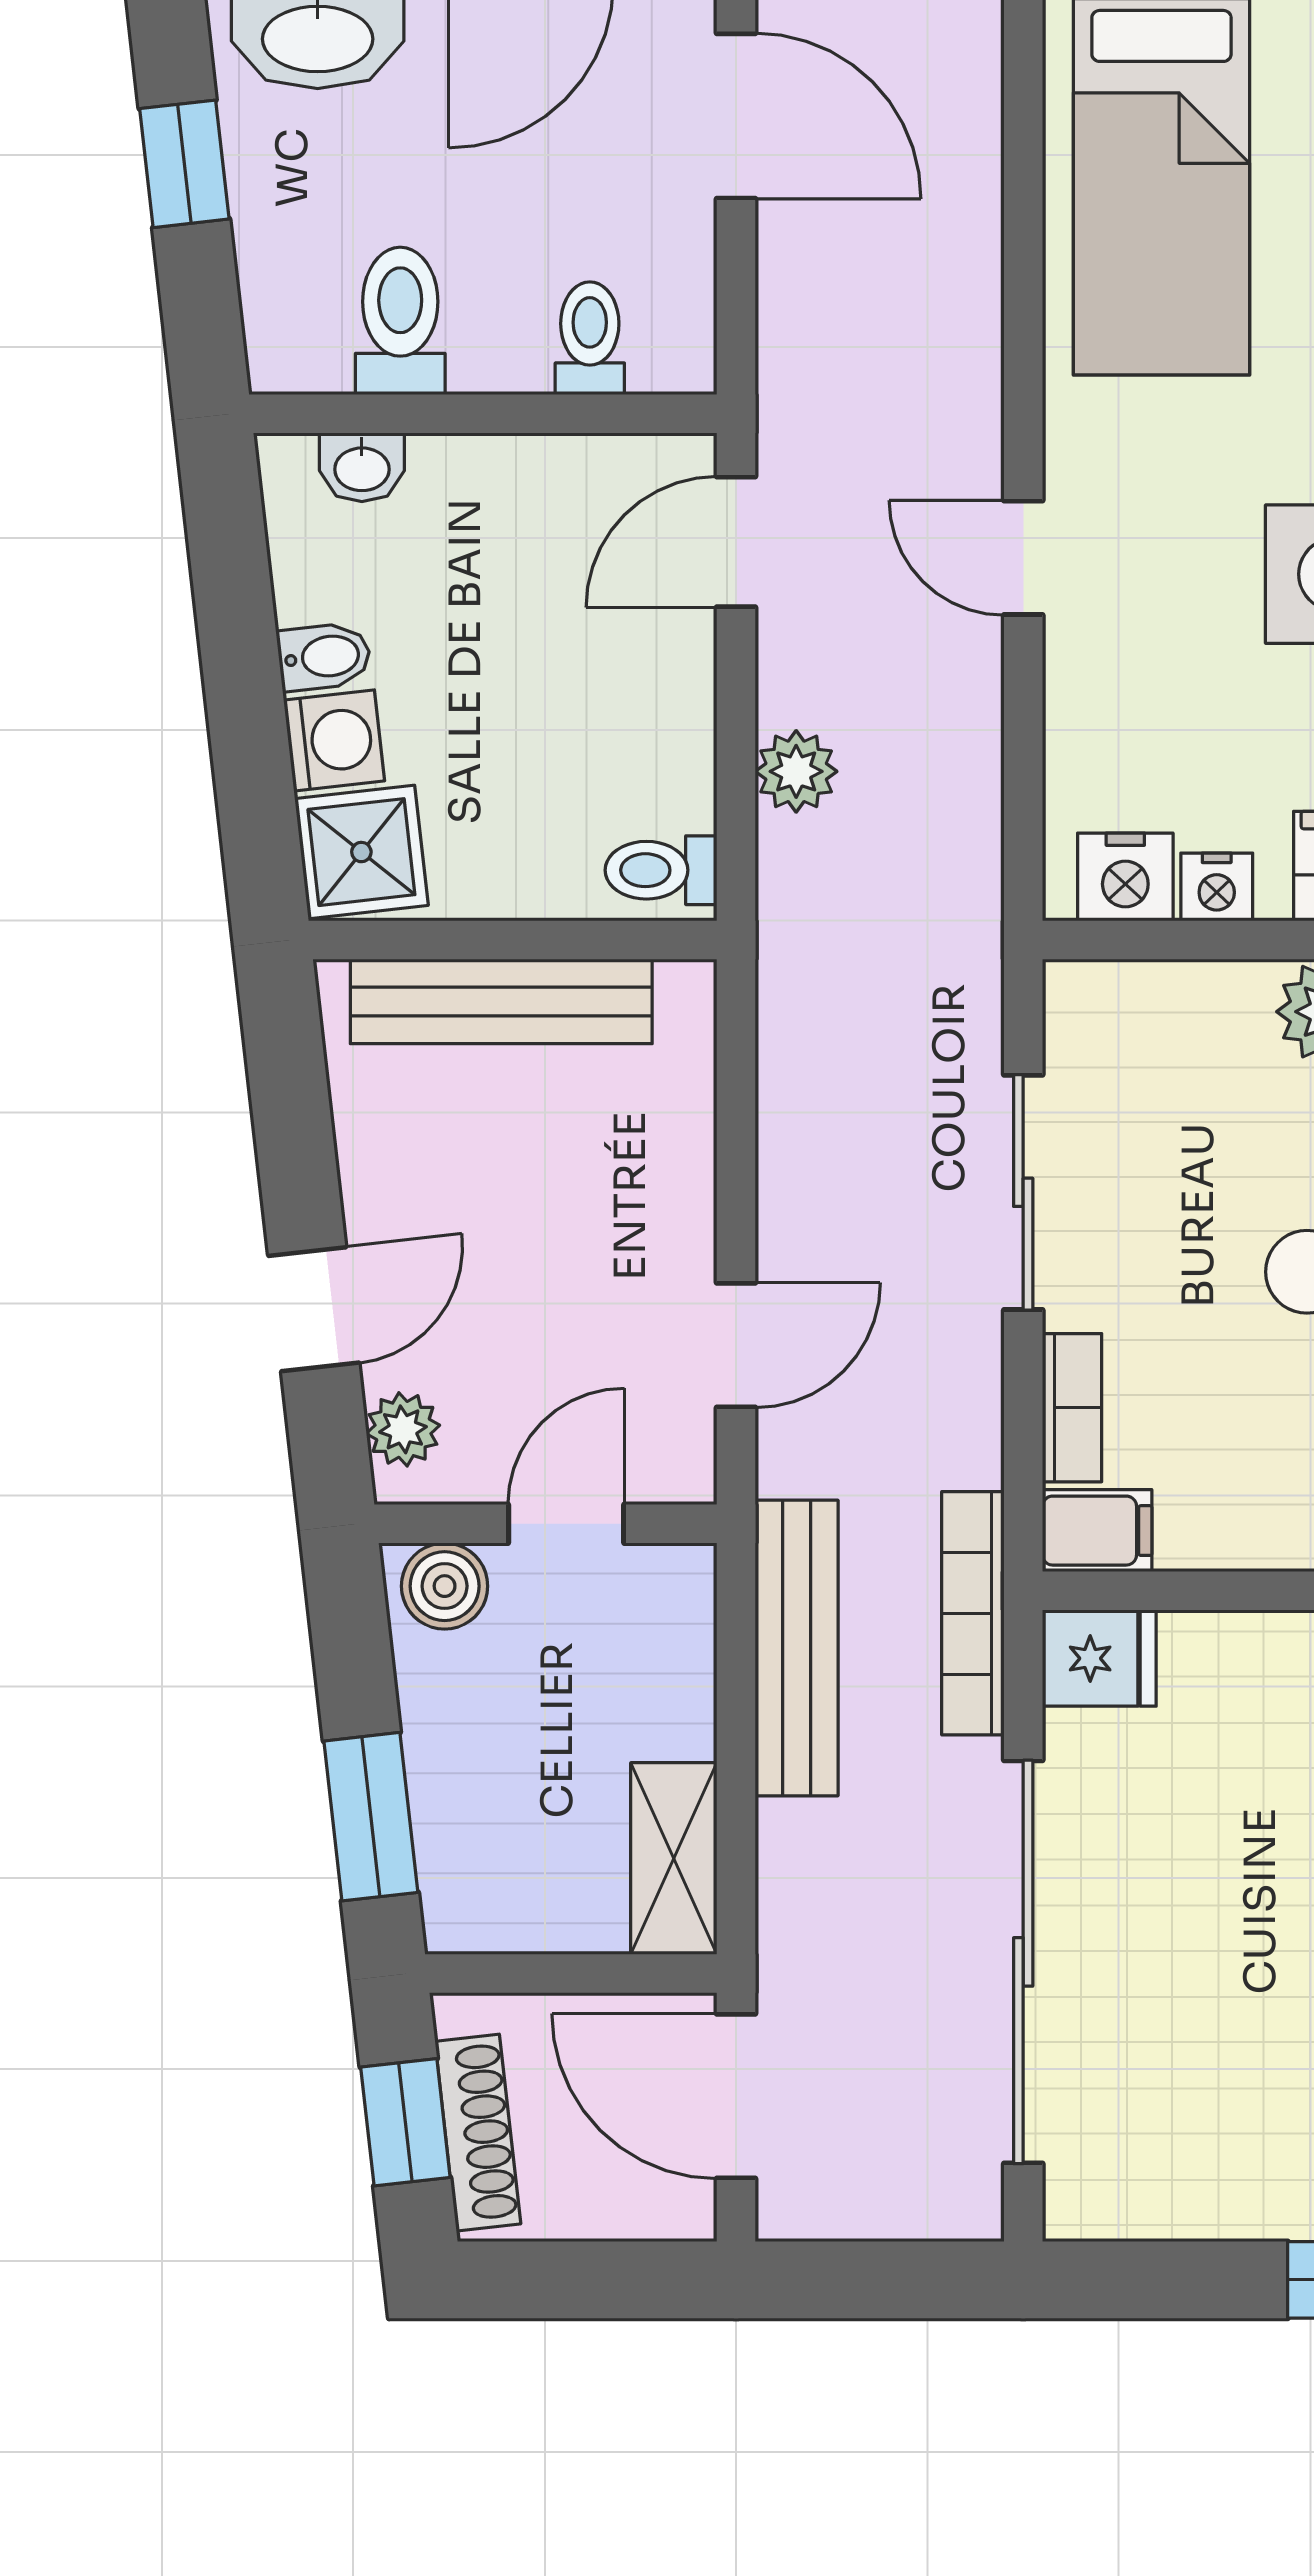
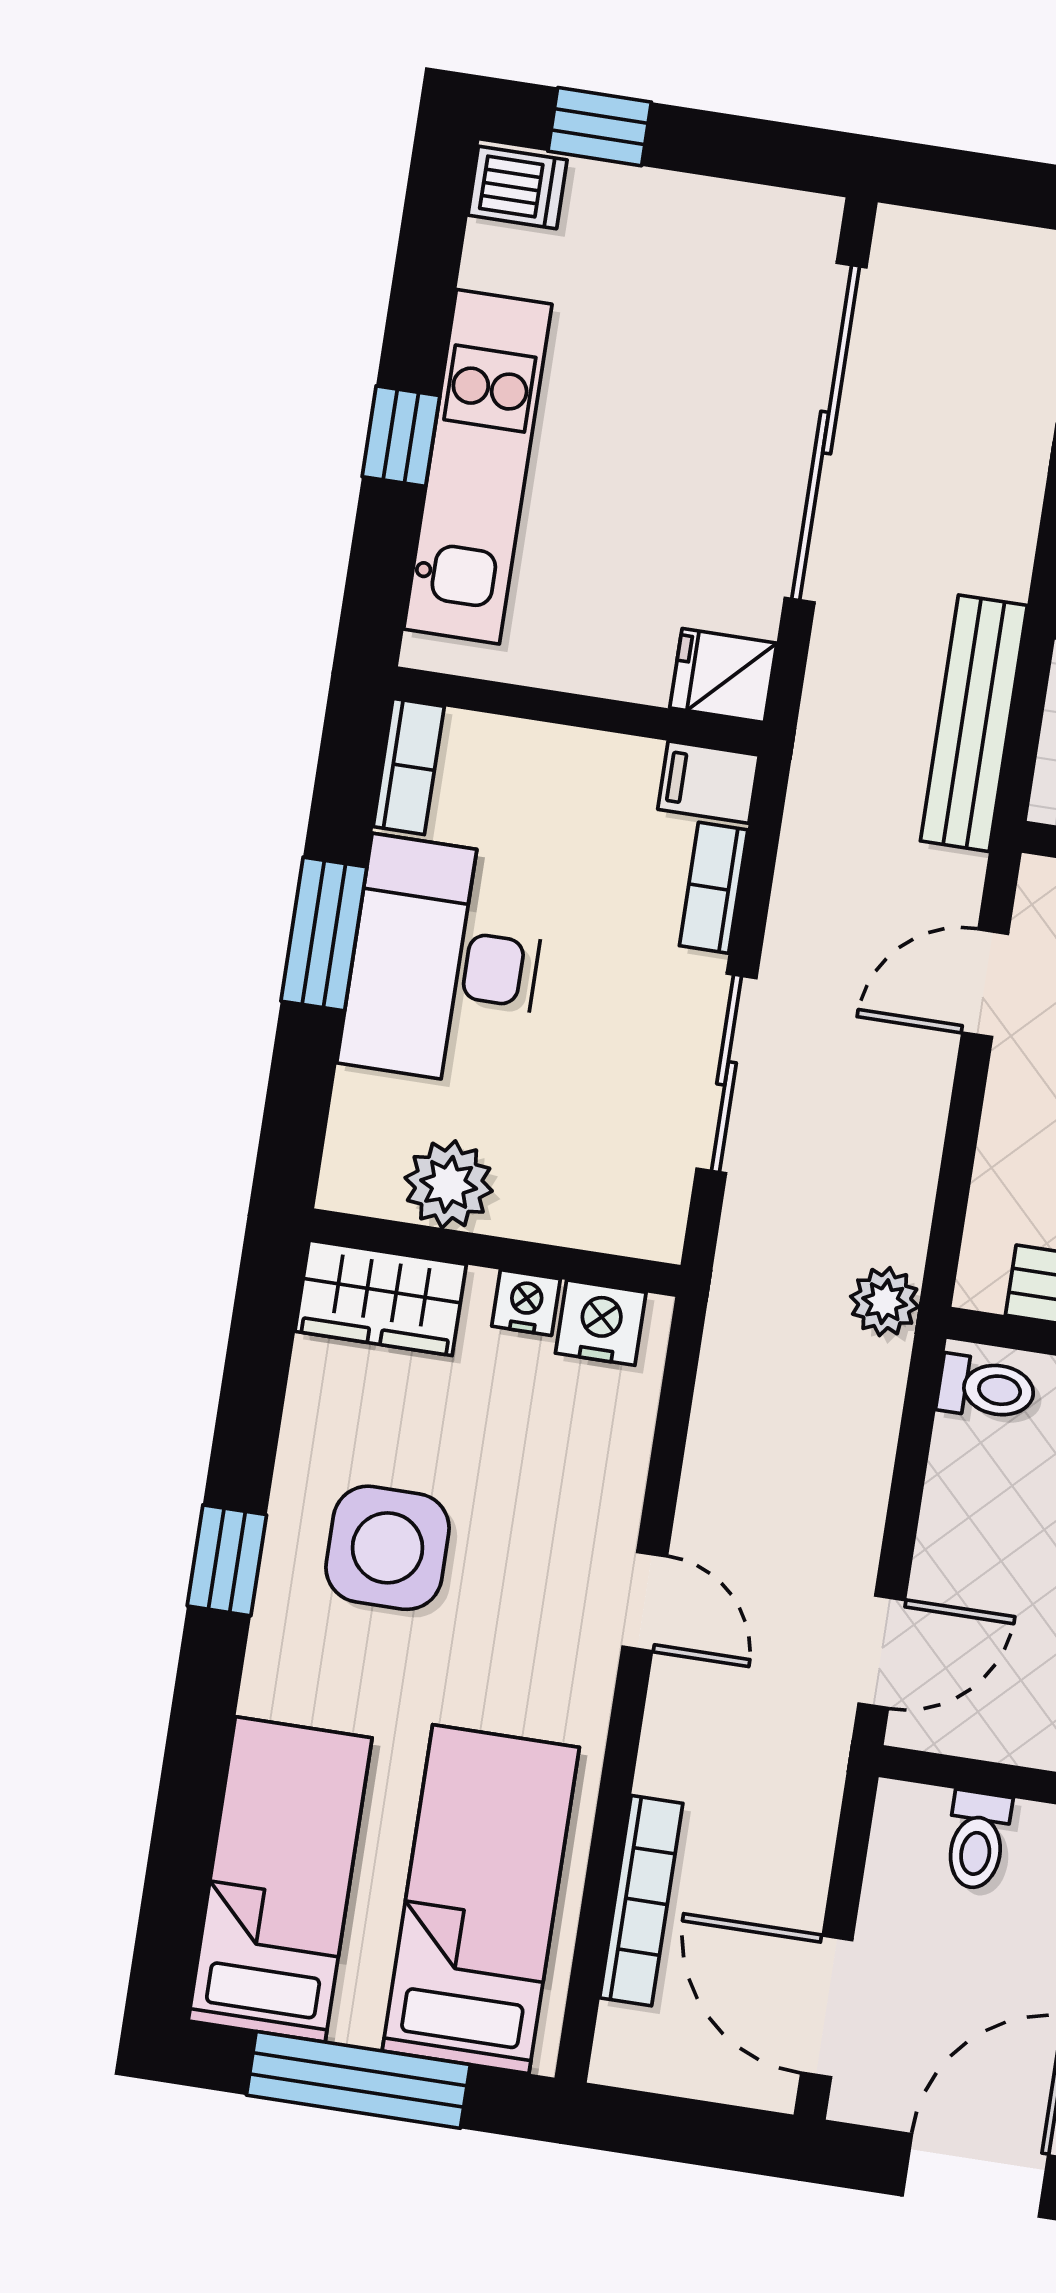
plant: (796, 771) -> (885, 1302), moved
bookcase: (973, 1613) -> (641, 1901), moved

